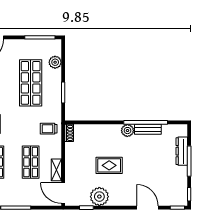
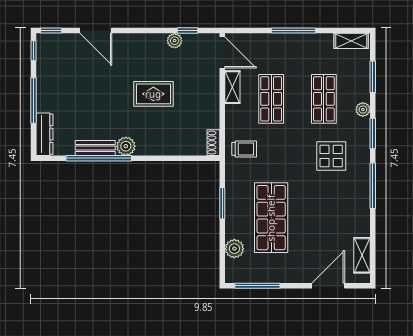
dresser: (182, 151) -> (45, 134), moved
plant: (99, 197) -> (175, 41), width x0.53, depth x0.53

